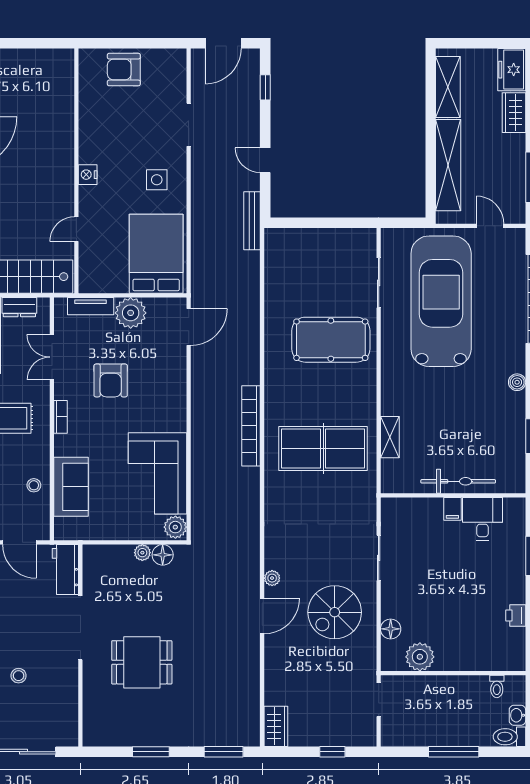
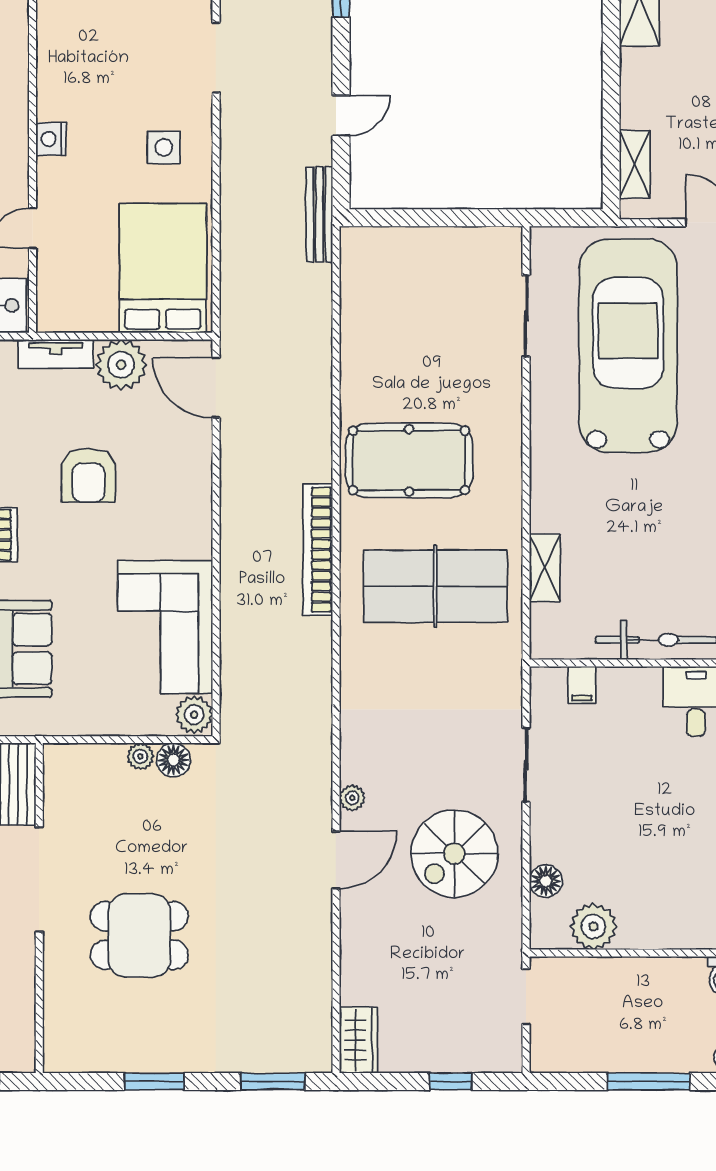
door: (265, 160) -> (341, 116), swing flipped
shelving: (448, 165) -> (635, 164), width x0.45, depth x0.75
door: (189, 327) -> (216, 388), swing flipped
pool table: (331, 340) -> (409, 460), moved
filing cabinet: (452, 509) -> (582, 685), moved

